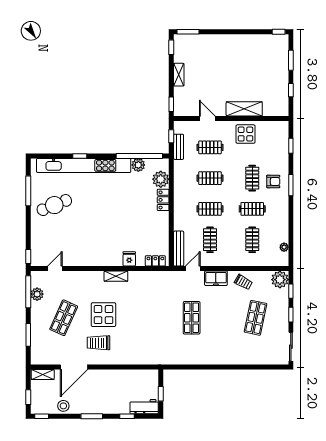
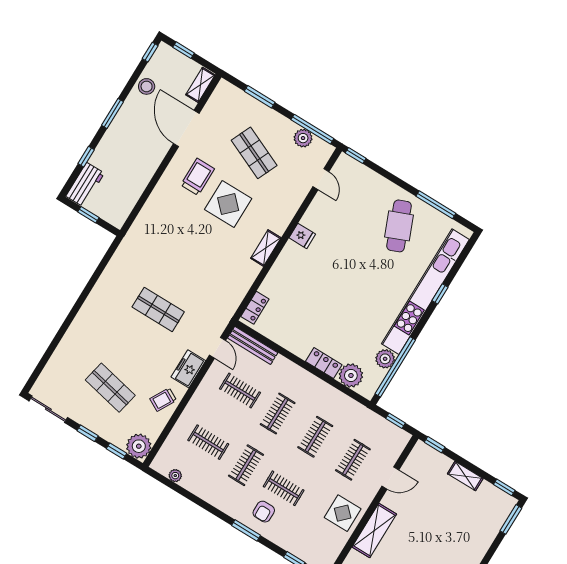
bench: (179, 147) -> (377, 422), removed
fridge: (129, 259) -> (302, 236), moved

